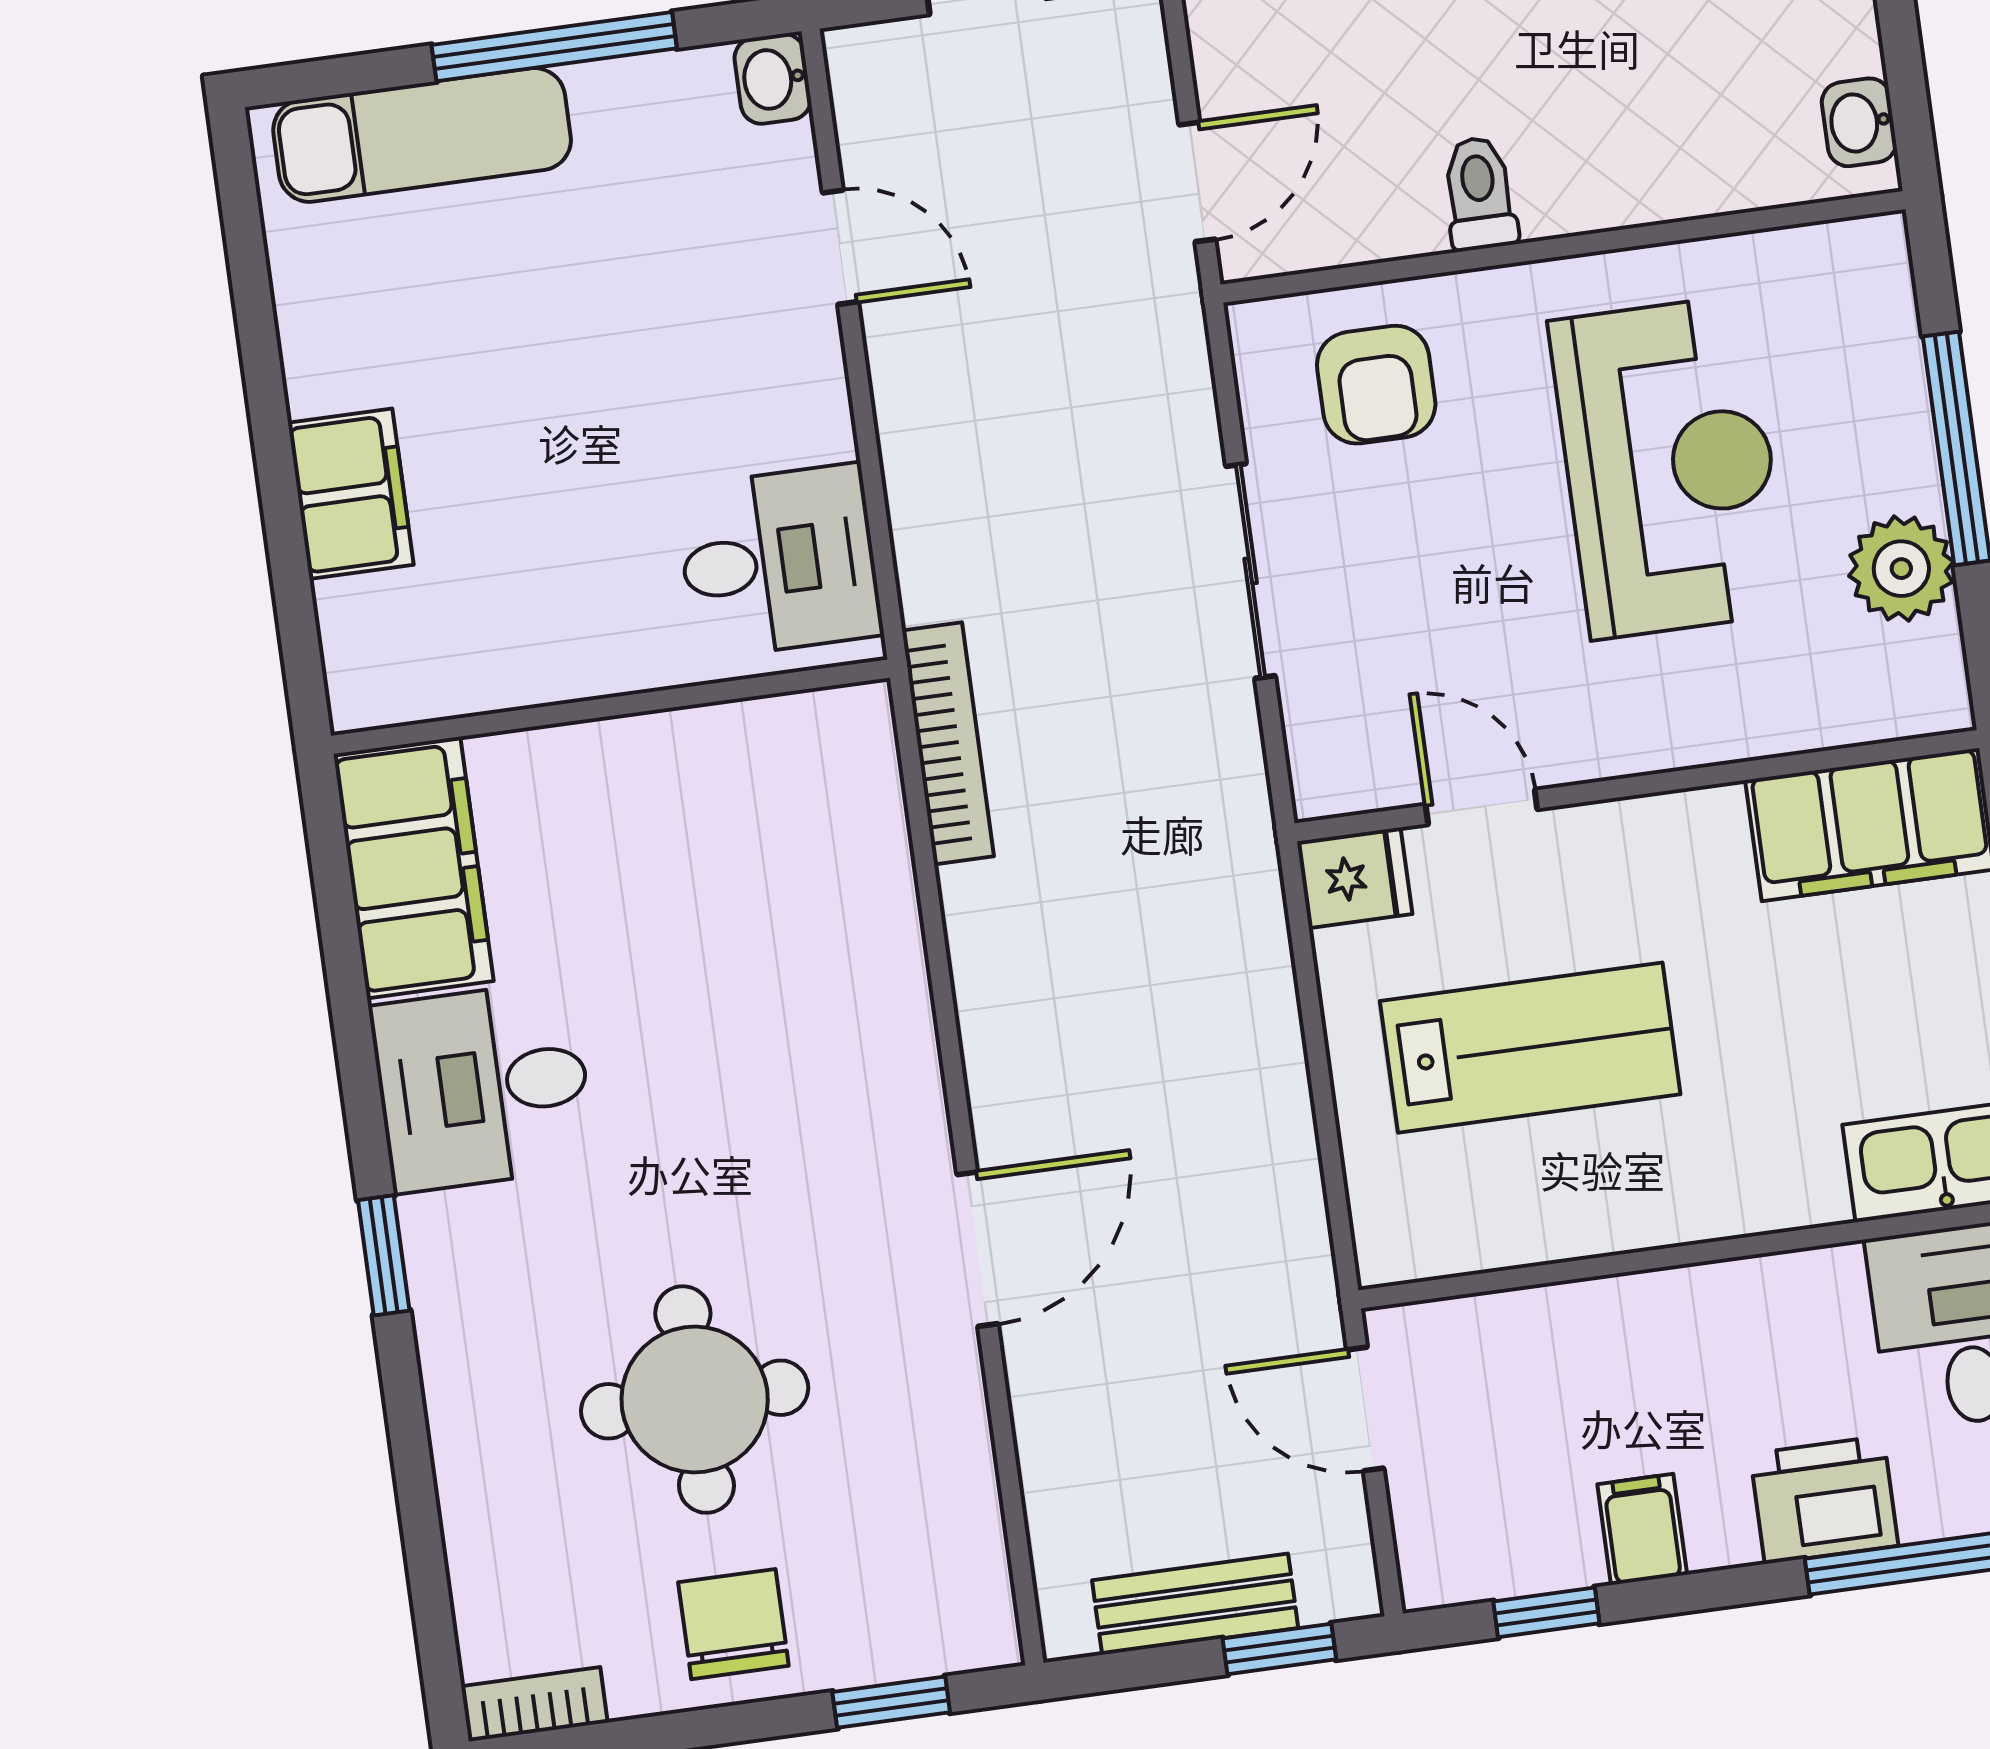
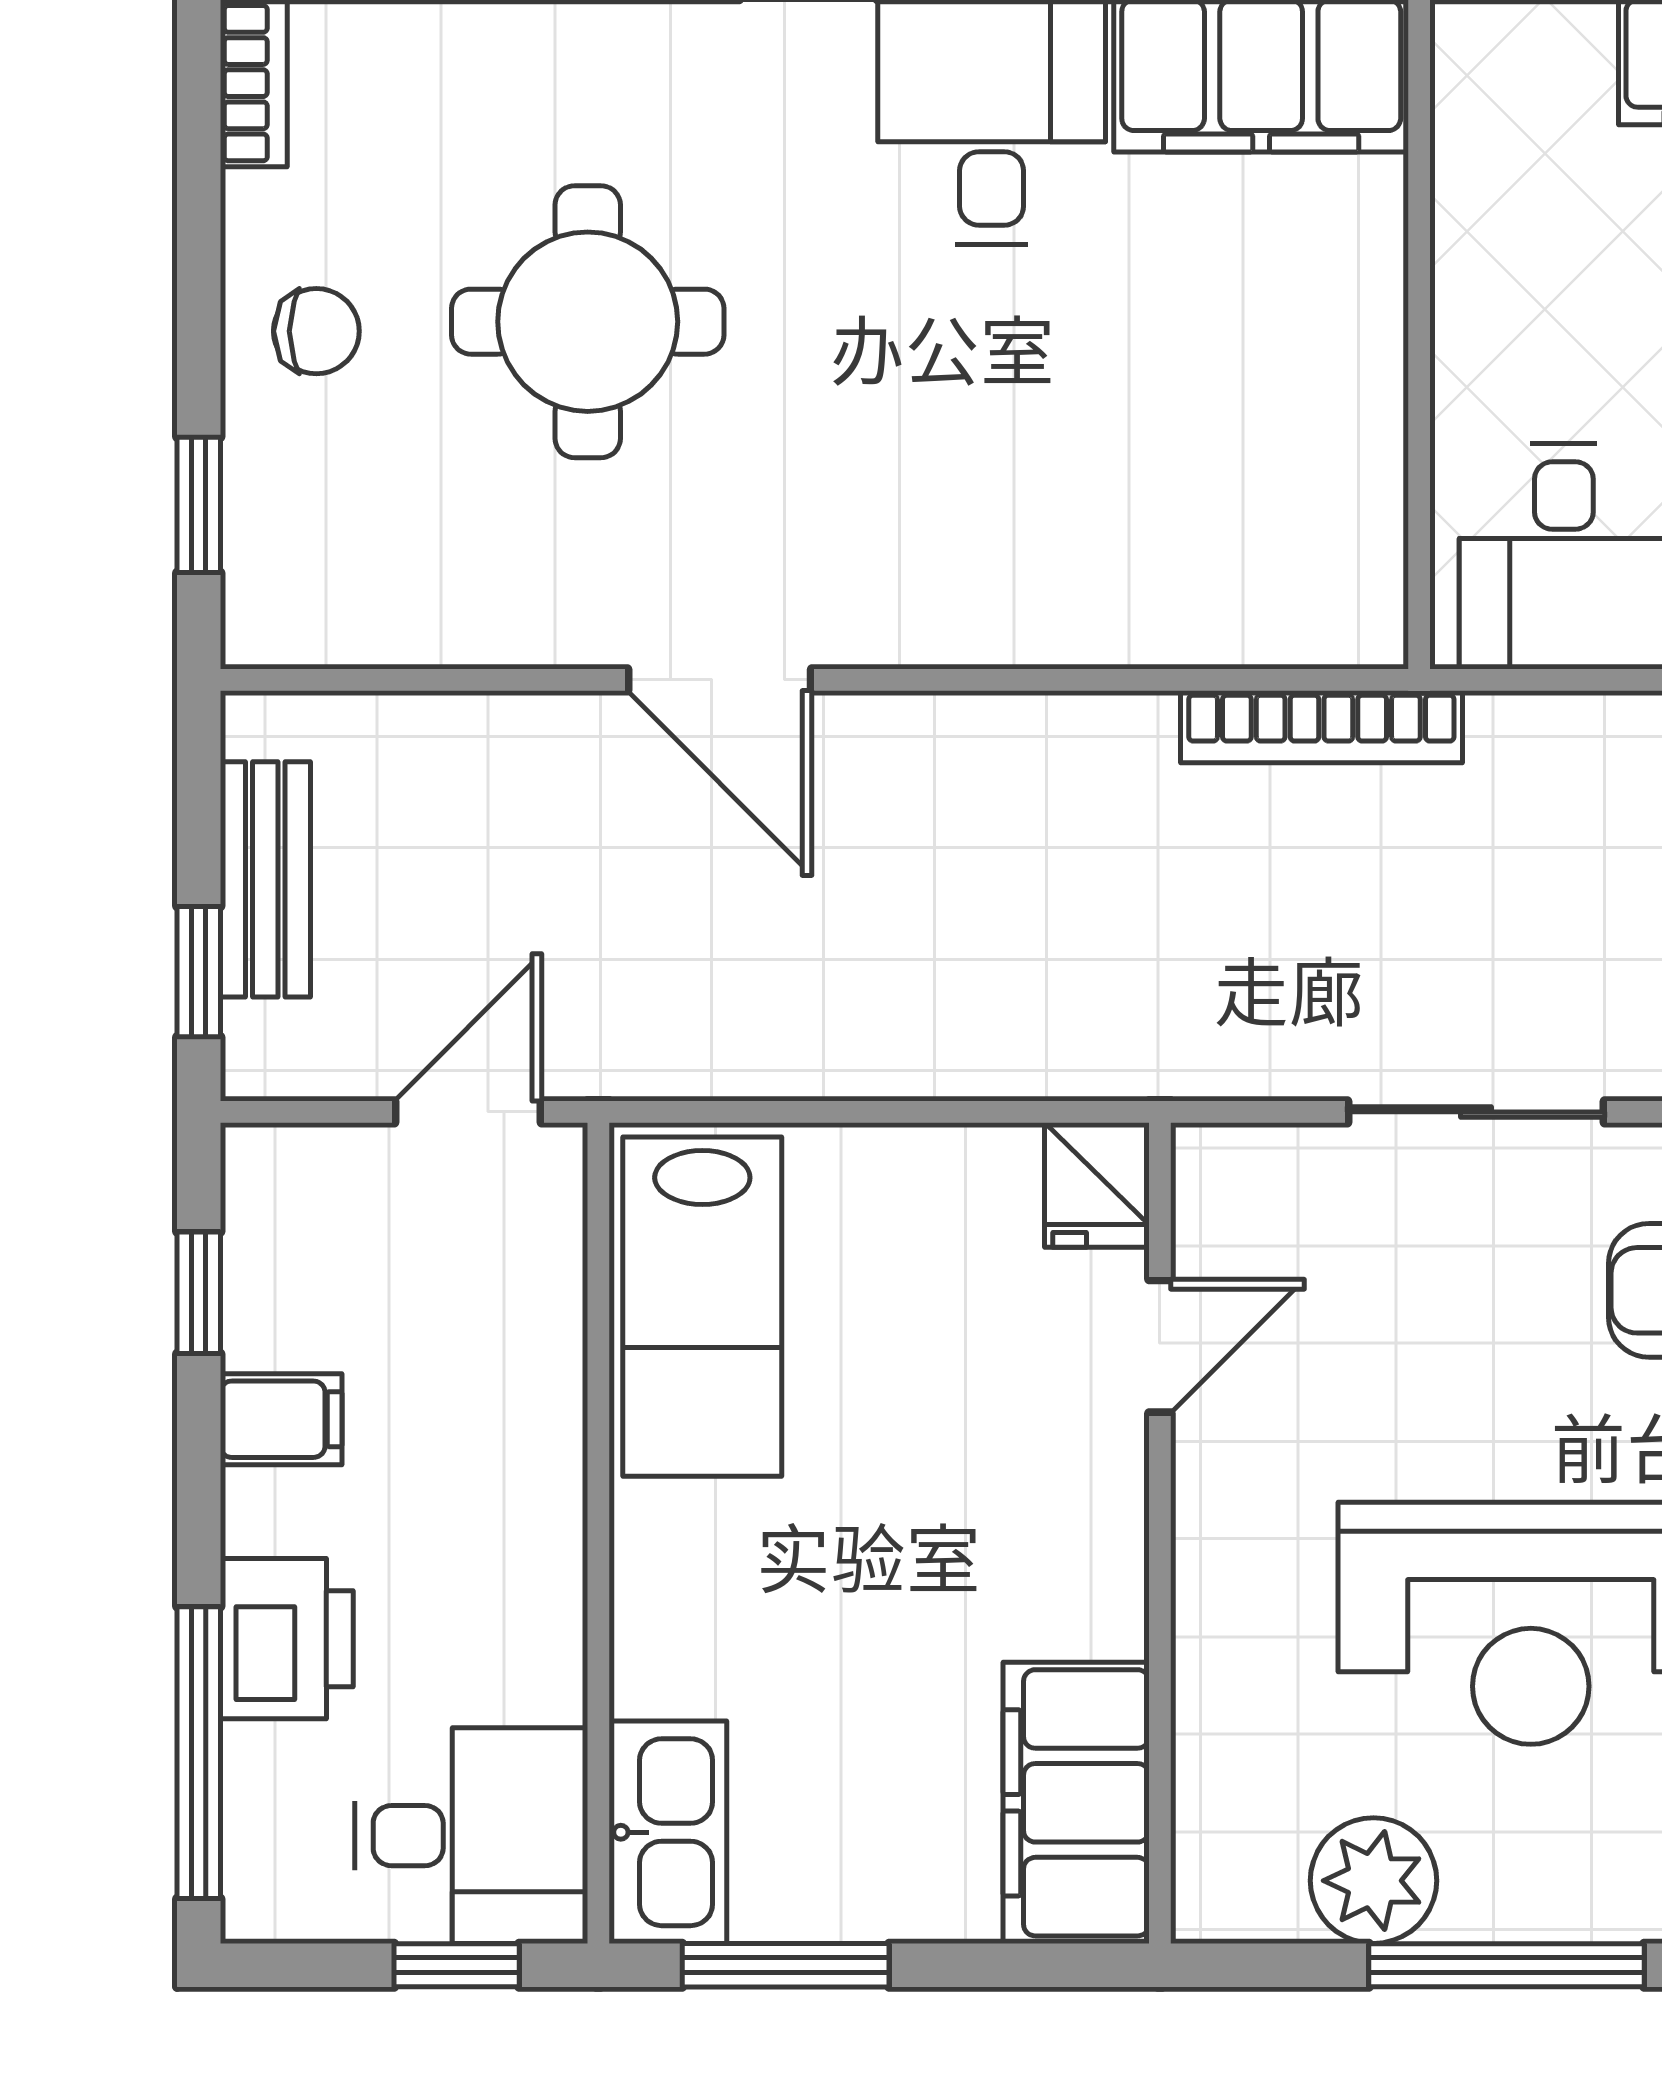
lab bench: (1530, 1048) -> (702, 1307), moved
chair: (733, 1624) -> (316, 331), width x0.73, depth x0.73

